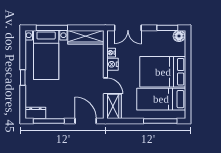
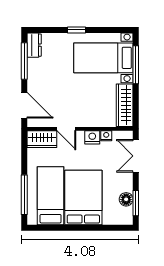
floor lamp: (179, 36) -> (126, 199), moved
door: (105, 86) -> (66, 129), hinge flipped
door: (86, 121) -> (24, 105), hinge flipped

